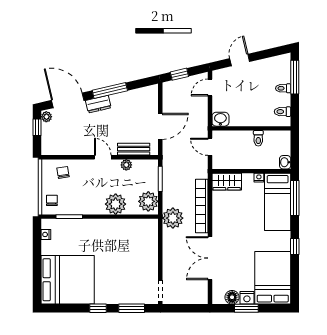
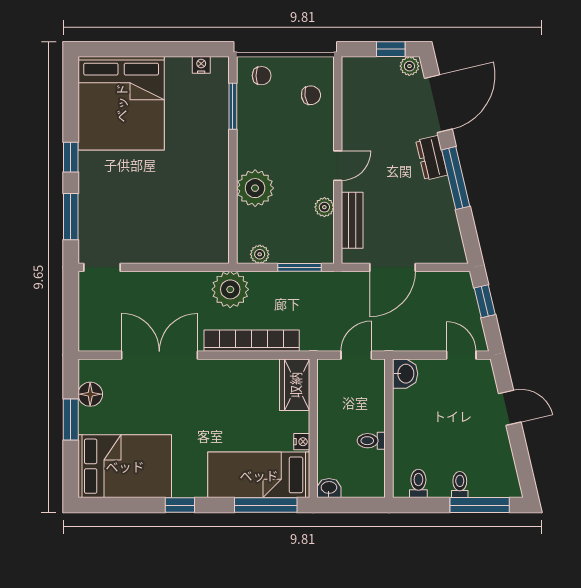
door: (160, 126) -> (392, 267), hinge flipped
plant: (148, 201) -> (260, 254), width x0.53, depth x0.53
nightstand: (247, 298) -> (89, 421), removed

